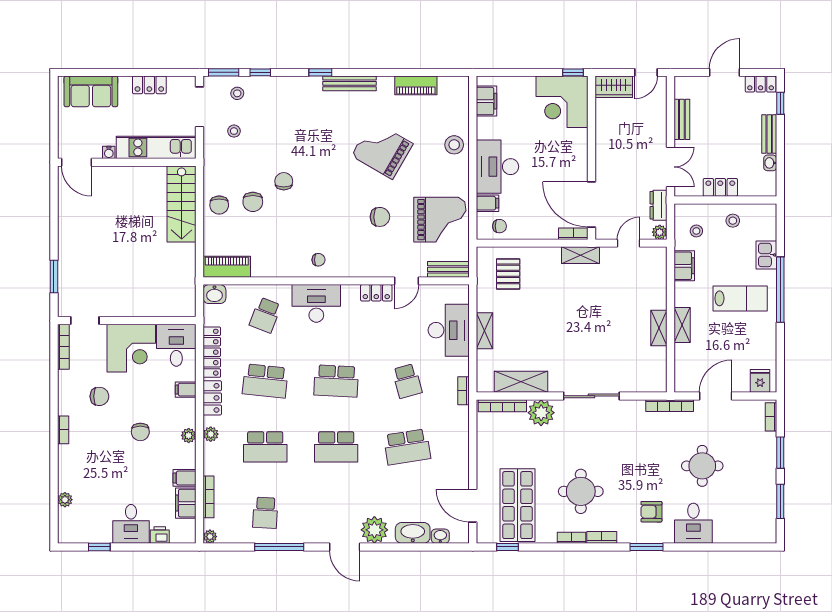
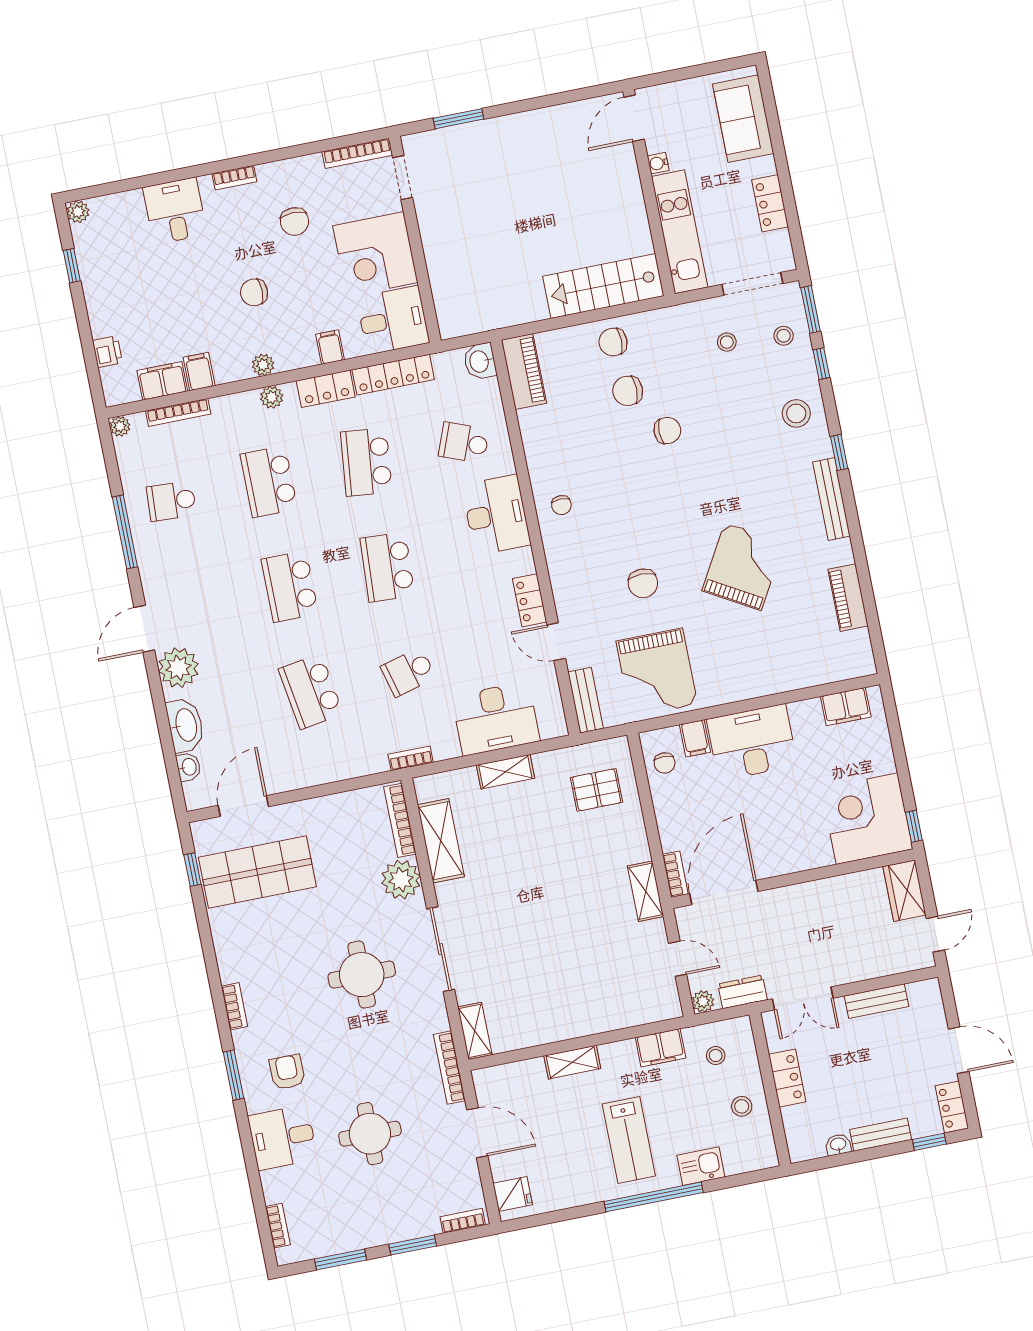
door: (646, 72) -> (935, 934), swing flipped
stool: (454, 145) -> (796, 413), moved
shelving: (659, 328) -> (475, 1031), moved, turned 90
round table: (581, 491) -> (362, 975), moved
plant: (65, 500) -> (78, 212), moved
desk: (131, 524) -> (175, 211), moved, turned 90
bookcase: (571, 538) -> (278, 1226), moved

